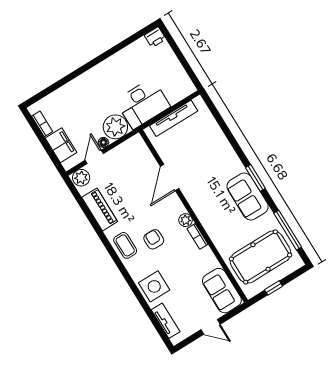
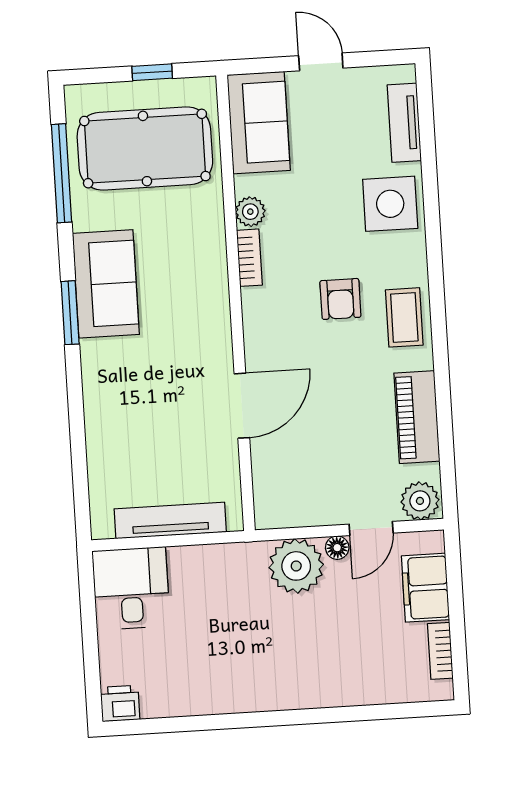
desk: (143, 104) -> (131, 588), moved, width x0.73
plant: (186, 220) -> (250, 212), moved

